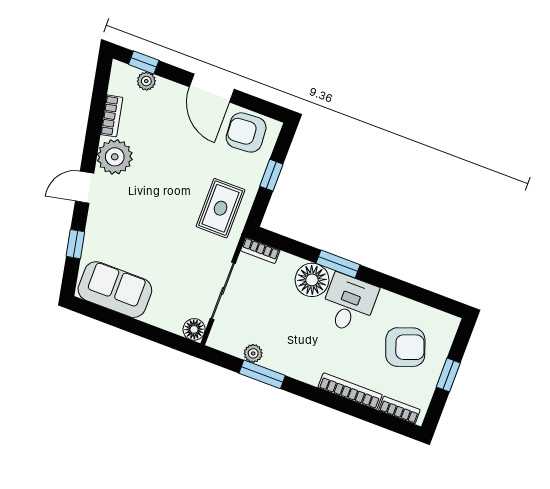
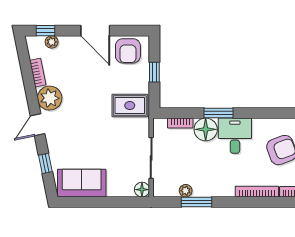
armchair: (246, 132) -> (128, 51), turned -86
rug: (221, 208) -> (130, 105), turned 90
bookcase: (260, 250) -> (180, 123), moved

